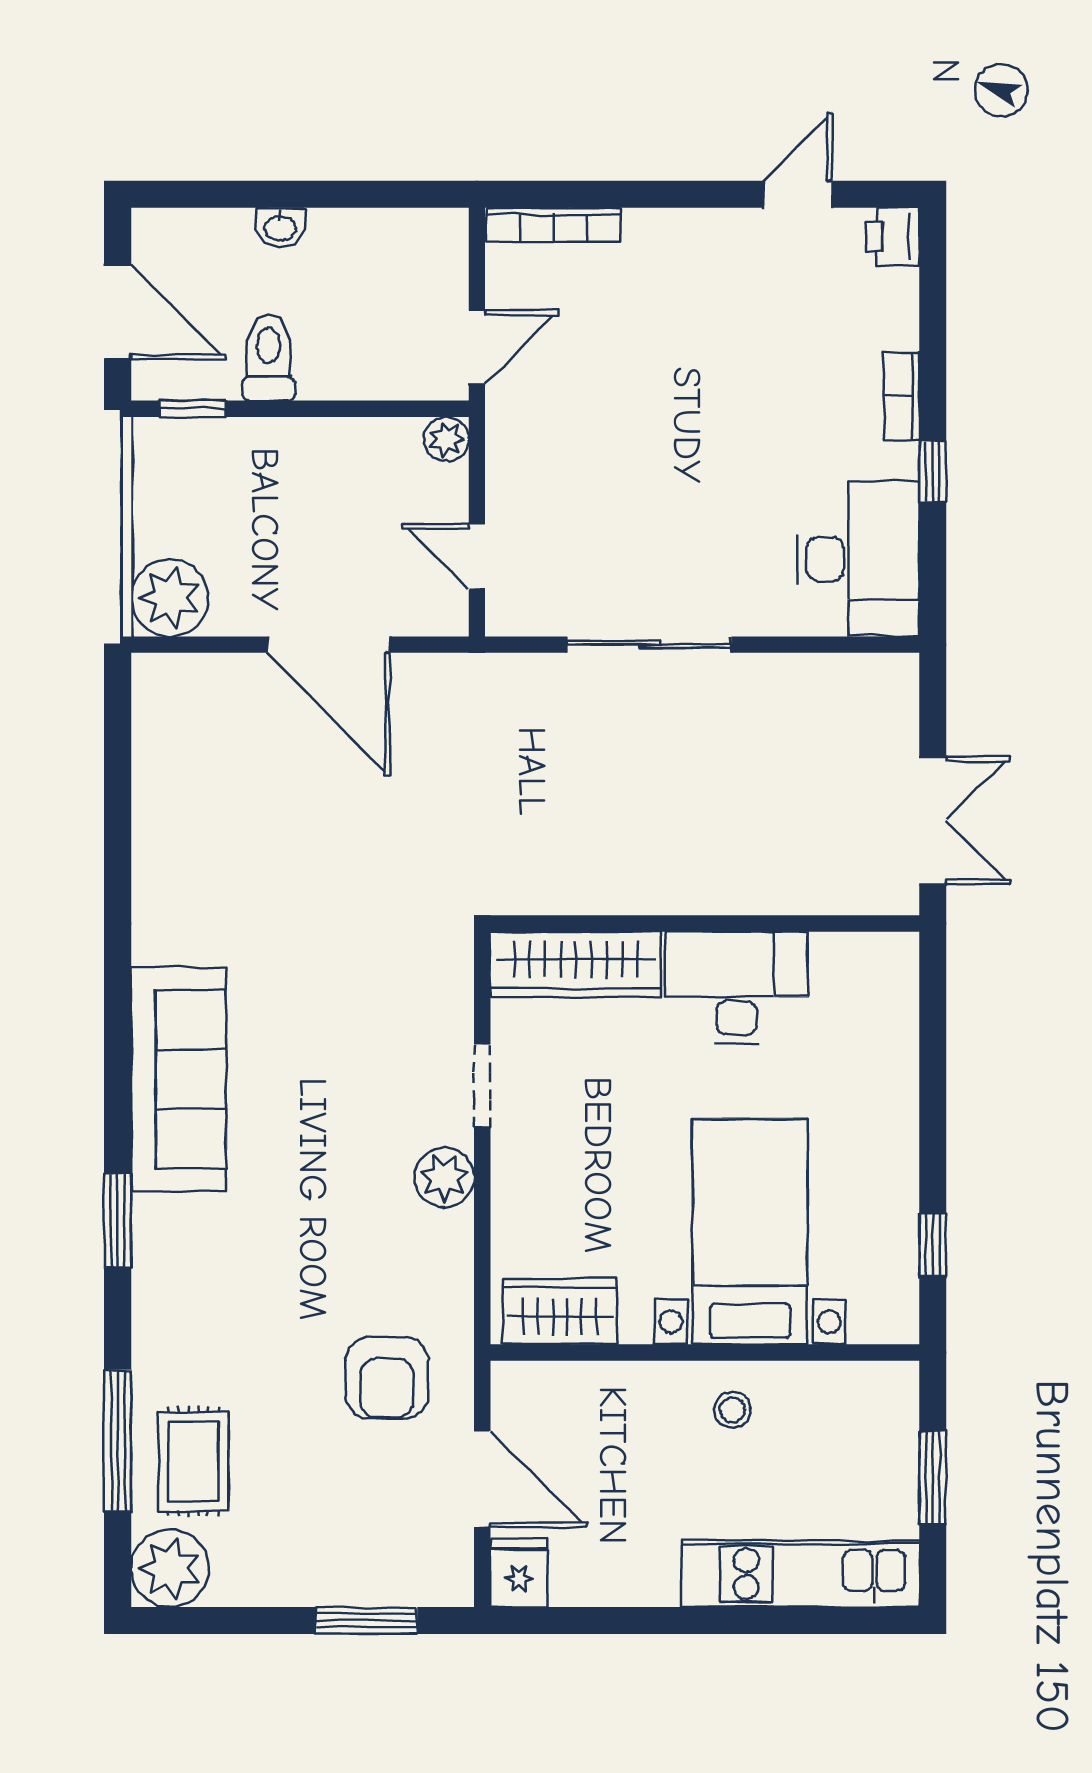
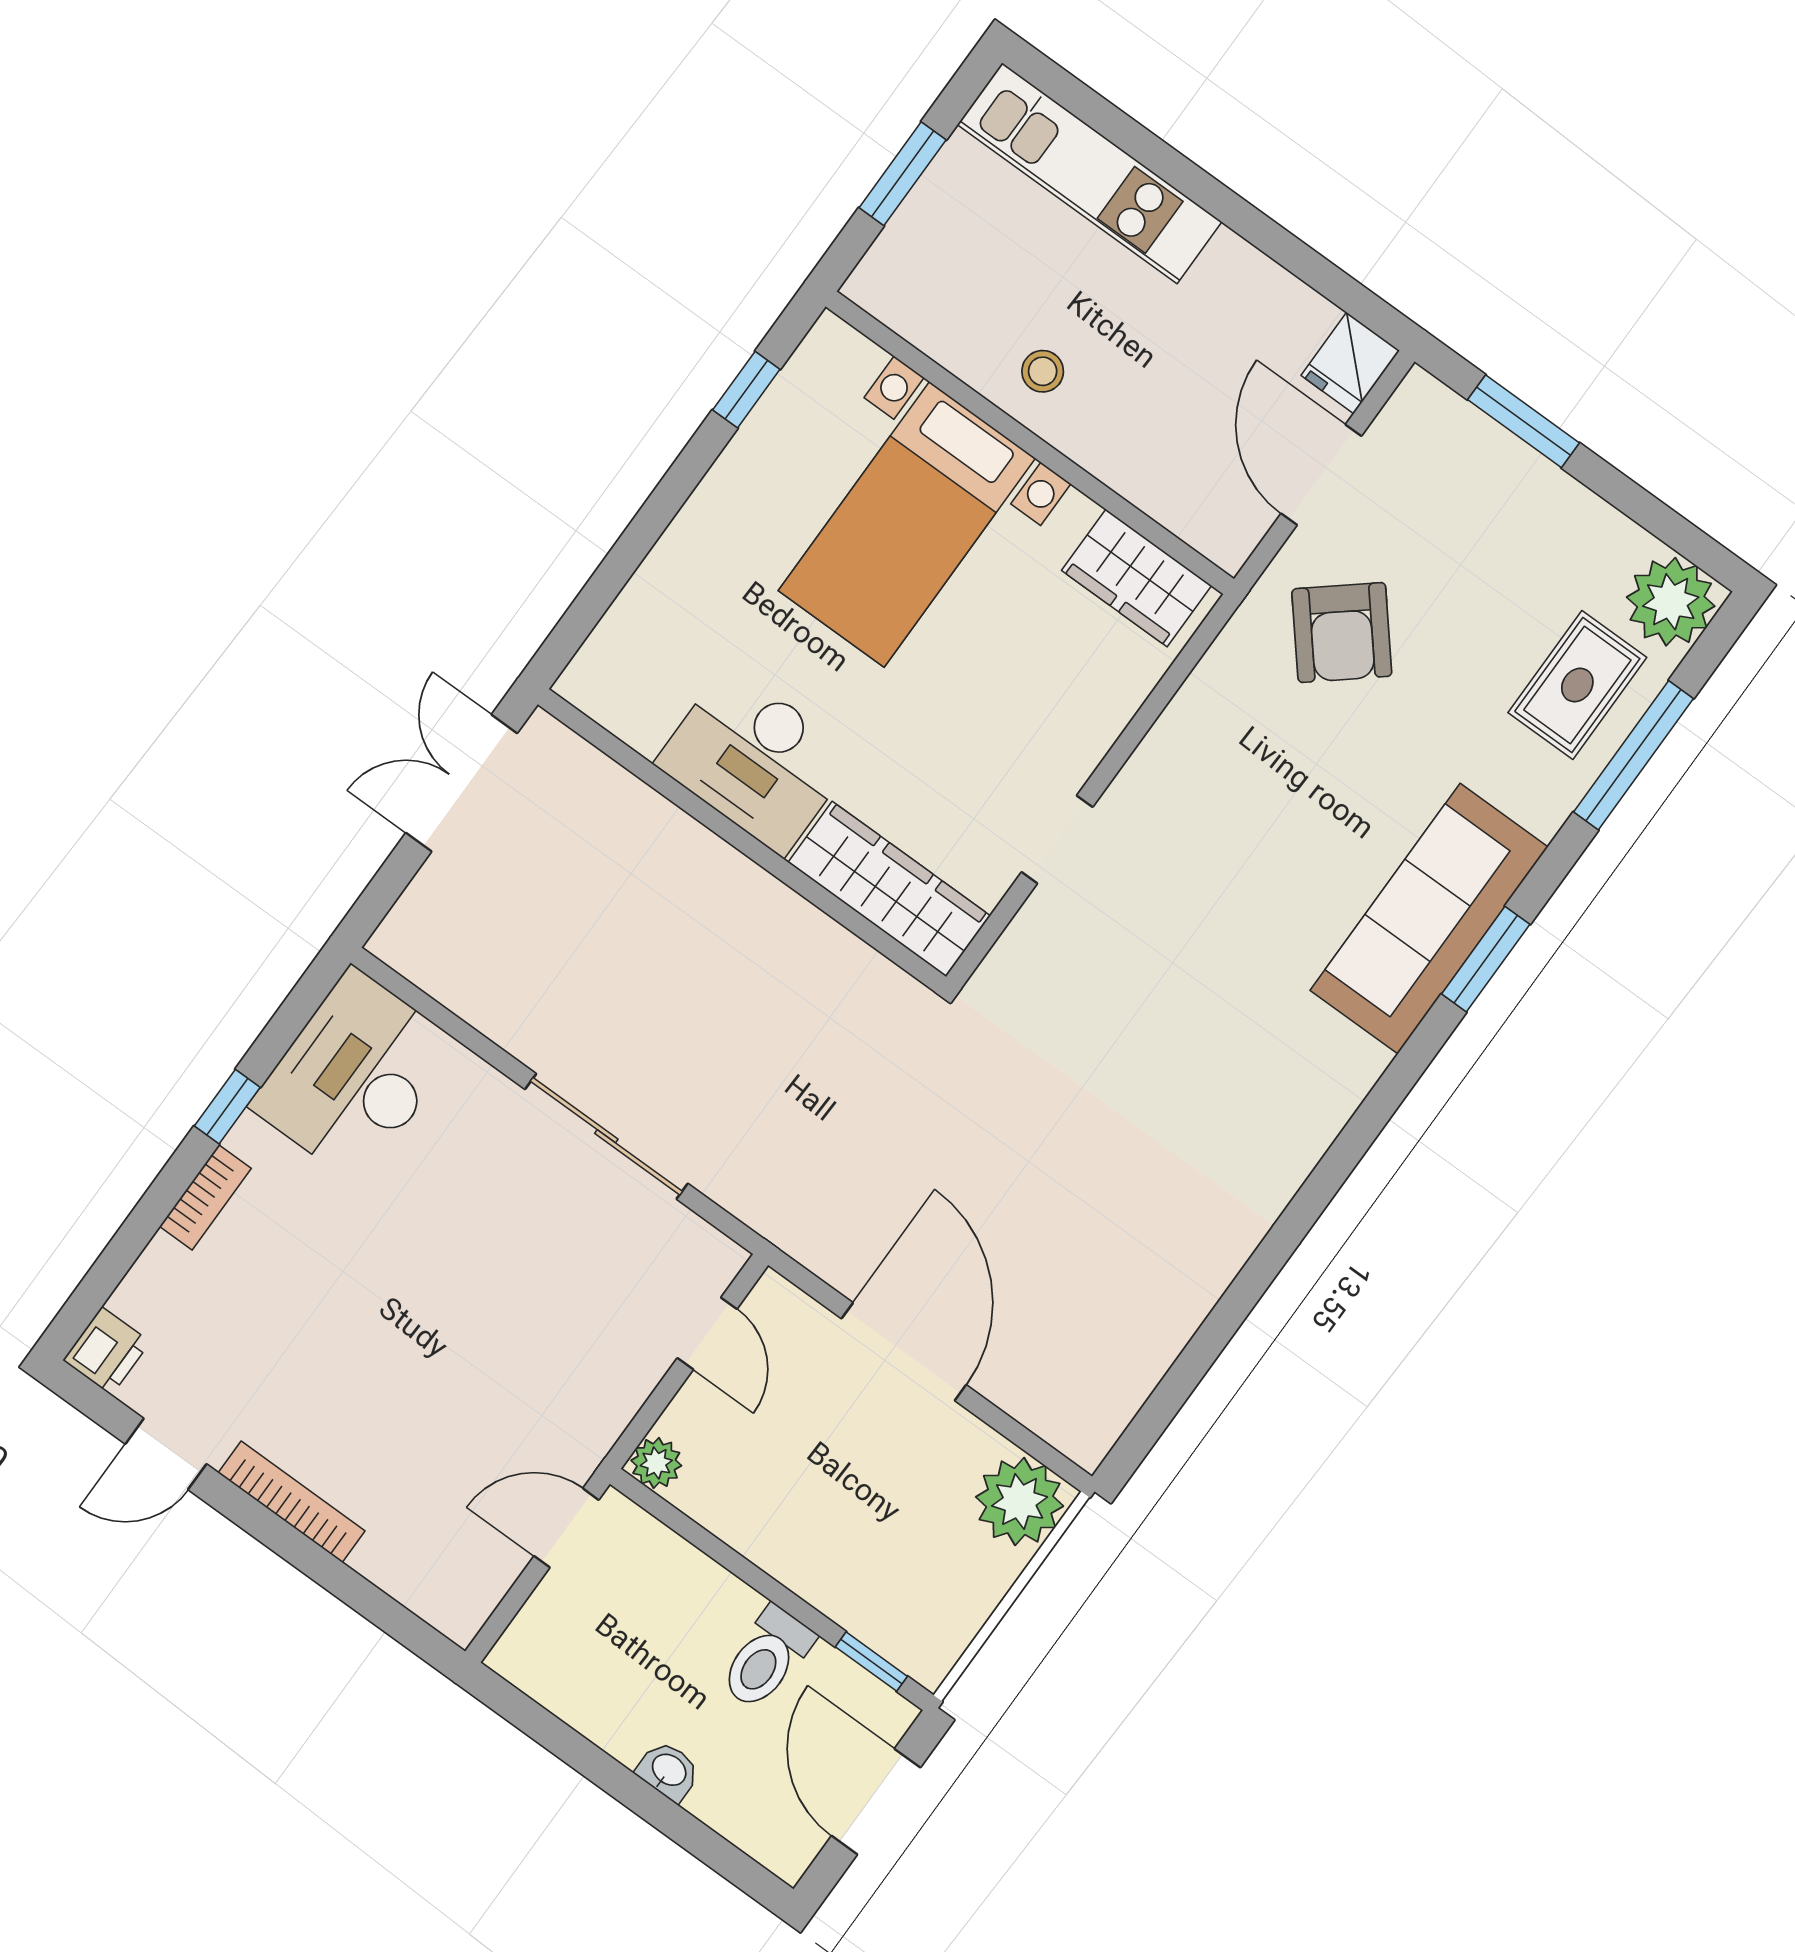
bookcase: (553, 225) -> (292, 1502), moved
sofa: (179, 1079) -> (1429, 919), moved
plant: (444, 1177) -> (1154, 780), removed
armchair: (387, 1378) -> (1342, 633), turned 140

